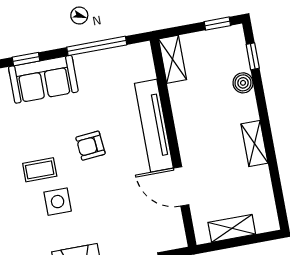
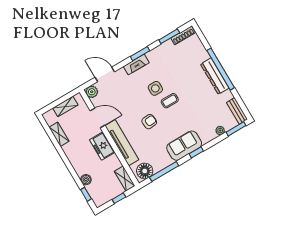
window: (217, 24) -> (119, 198), moved
floor lamp: (131, 60) -> (145, 171), added
freezer: (191, 133) -> (102, 146), added
shelving: (254, 144) -> (59, 134), moved
plant: (174, 237) -> (92, 92), added

